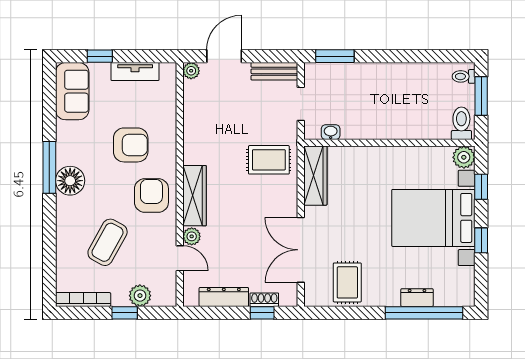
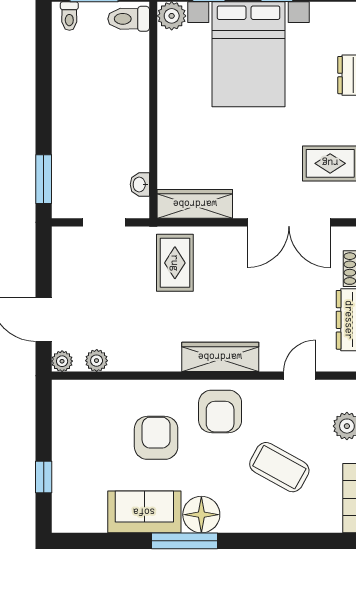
bench: (274, 71) -> (63, 256), removed
tv unit: (135, 72) -> (63, 432), removed
sofa: (72, 91) -> (144, 512), moved
armchair: (151, 195) -> (220, 411), turned -90
plant: (192, 236) -> (97, 361), moved

